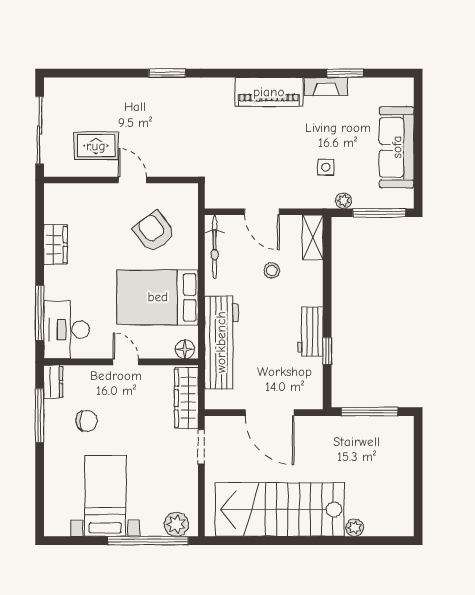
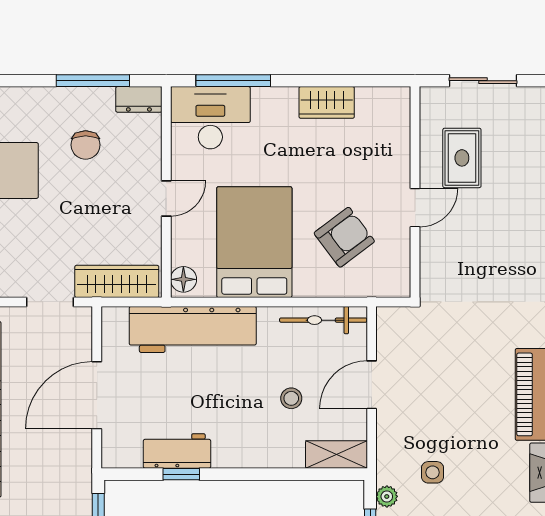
sliding door: (40, 130) -> (483, 81), width x0.73
workbench: (310, 332) -> (177, 451), moved

